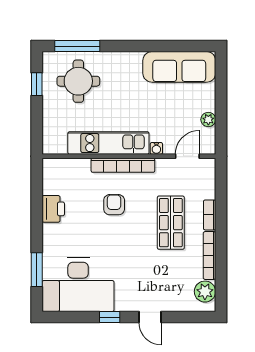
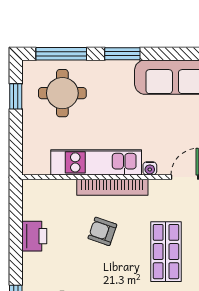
window: (132, 46) -> (122, 54), added
armchair: (114, 205) -> (102, 231), turned -71

